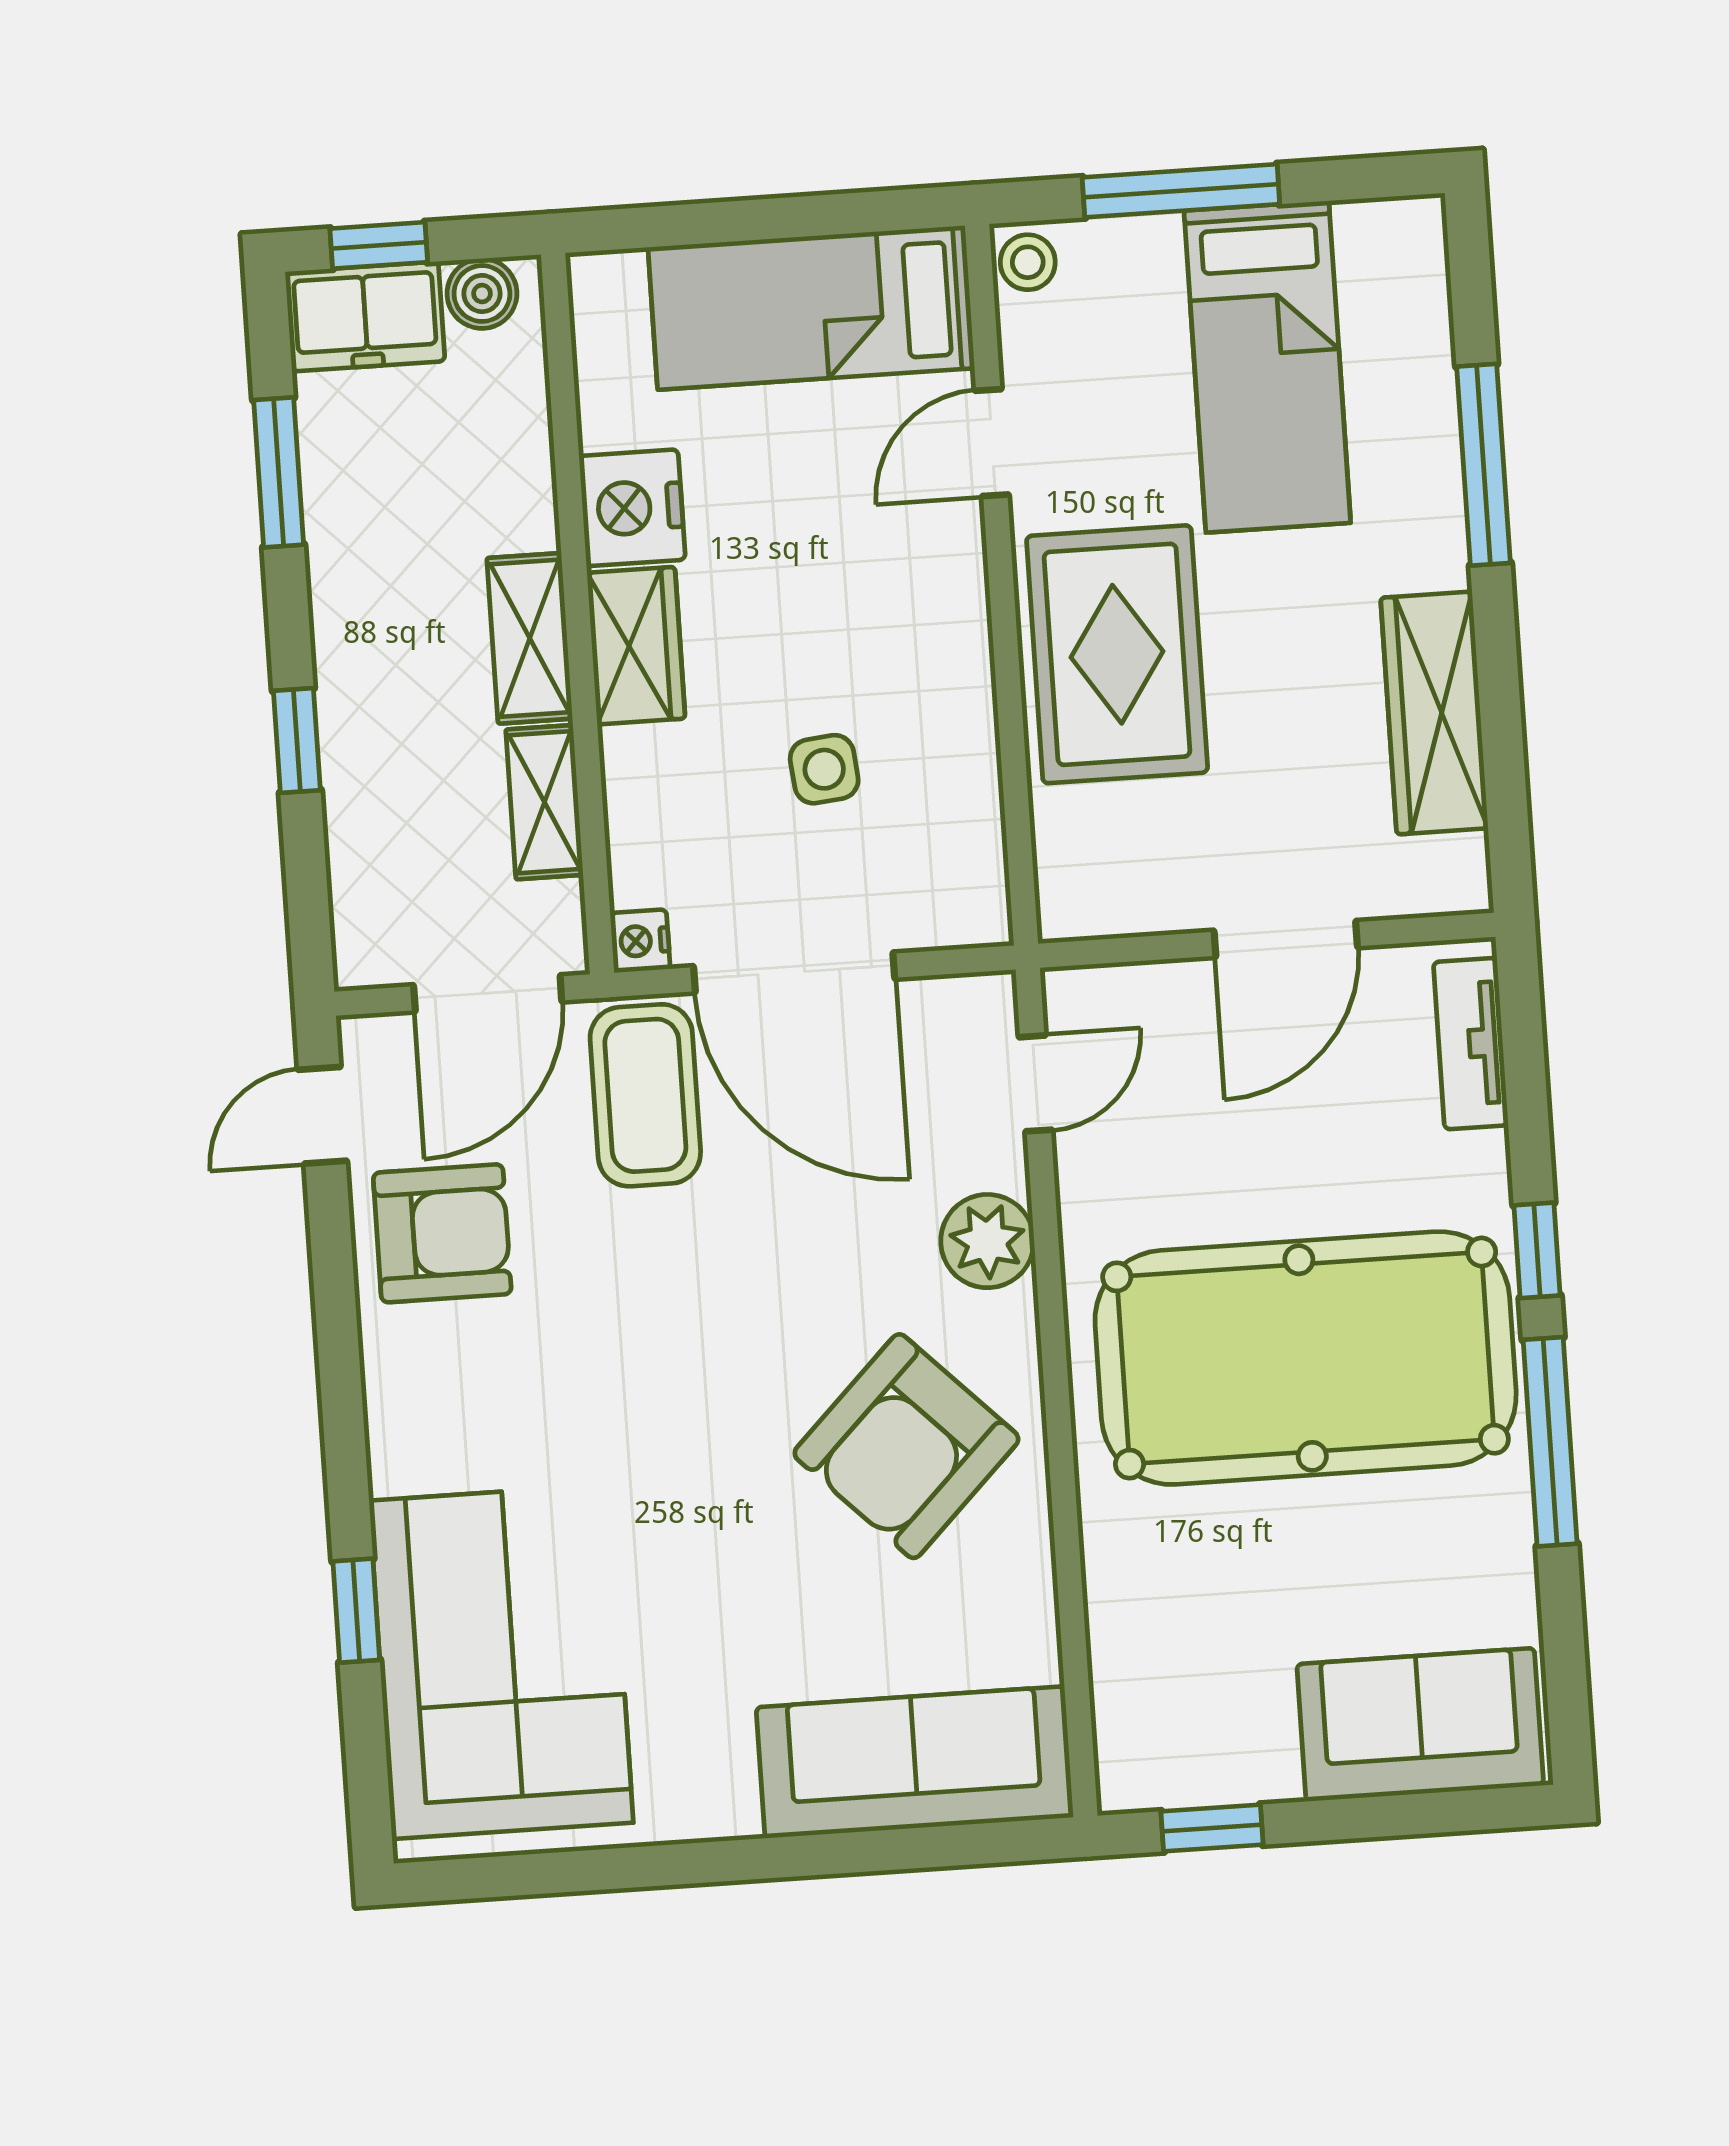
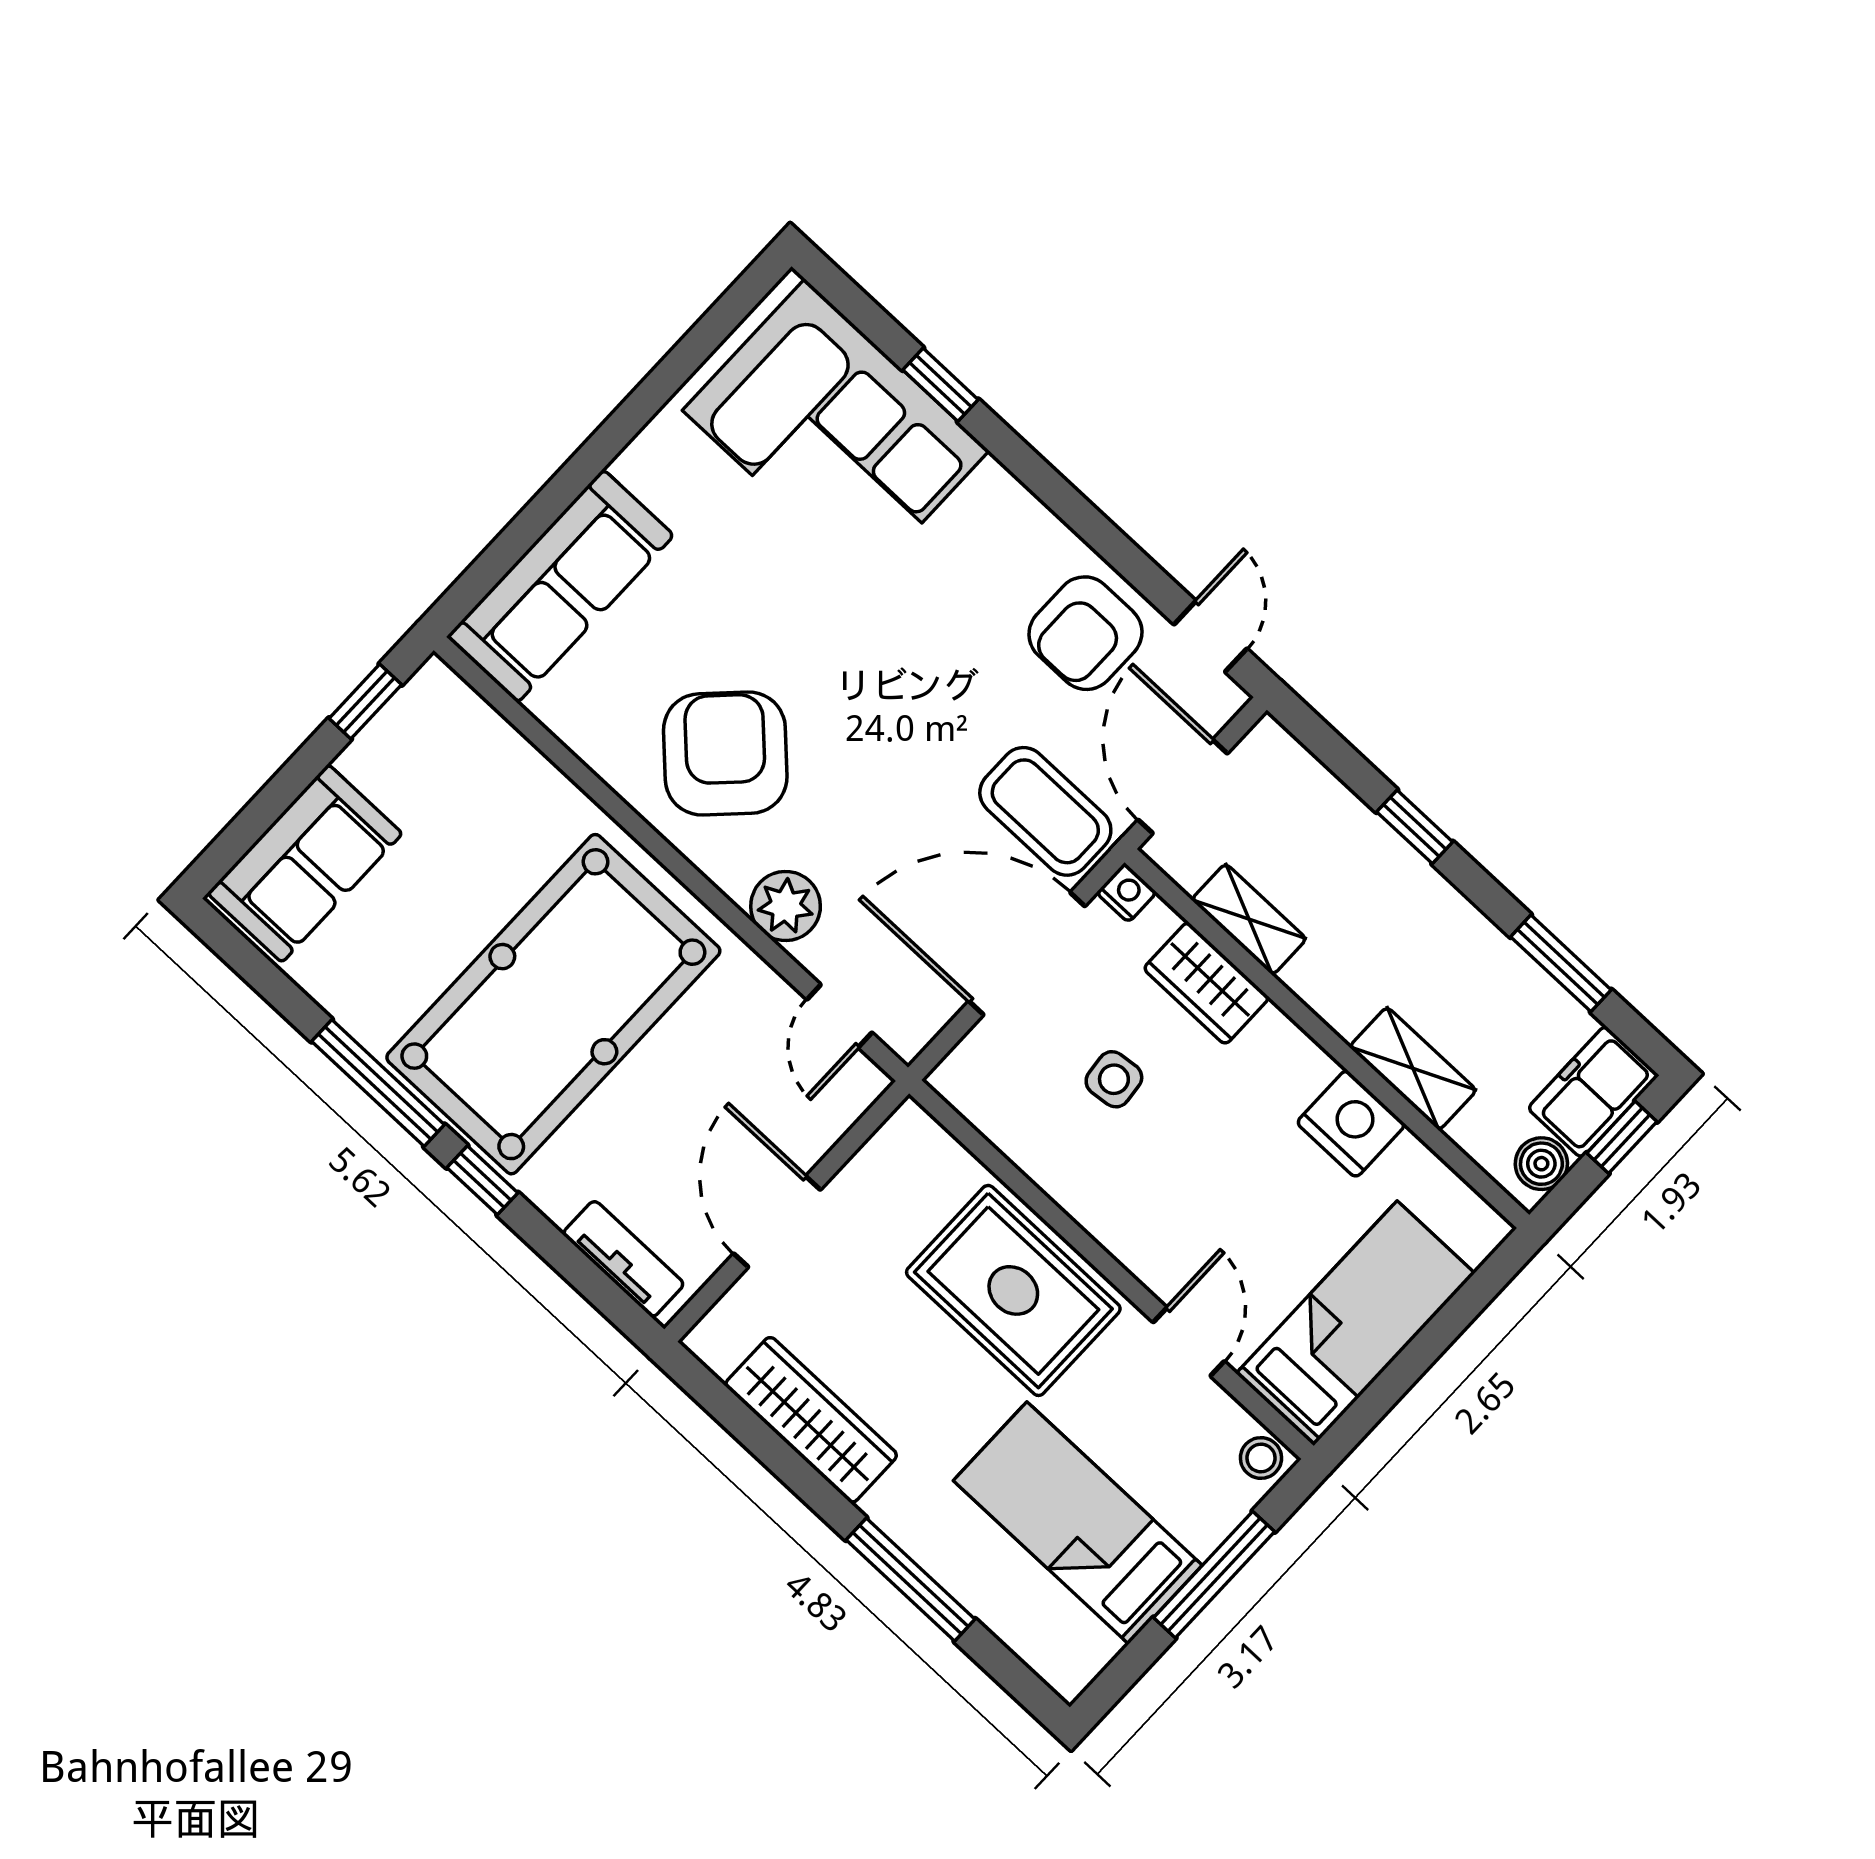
shelving: (530, 638) -> (1413, 1069), moved
wardrobe: (636, 646) -> (1206, 983), moved

